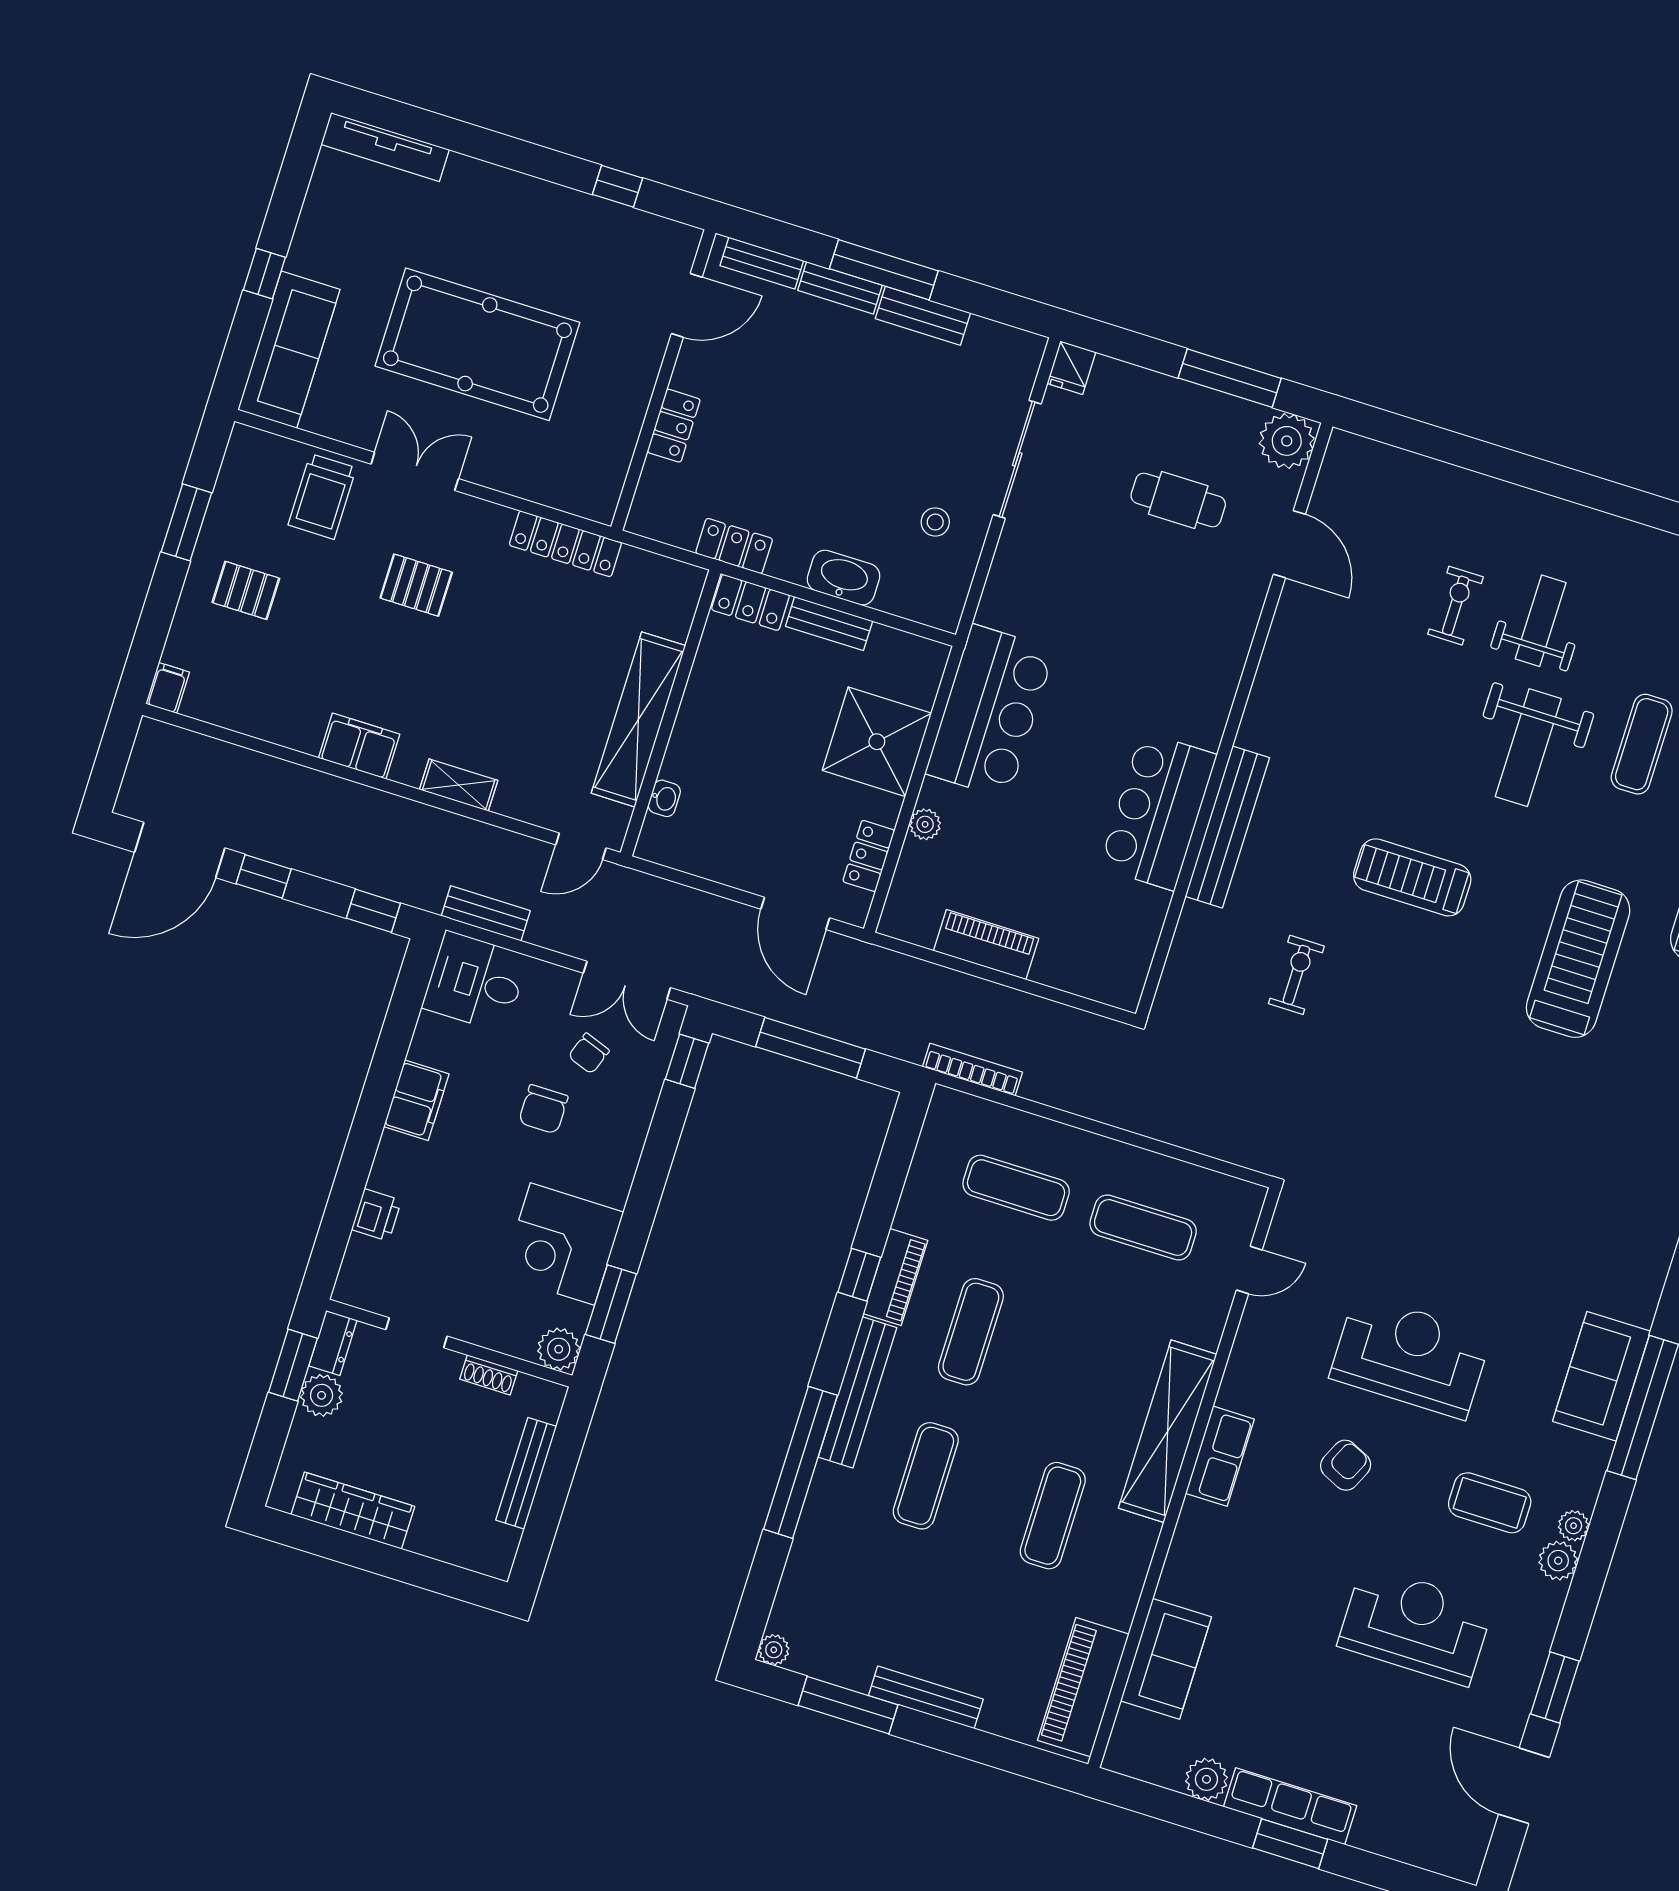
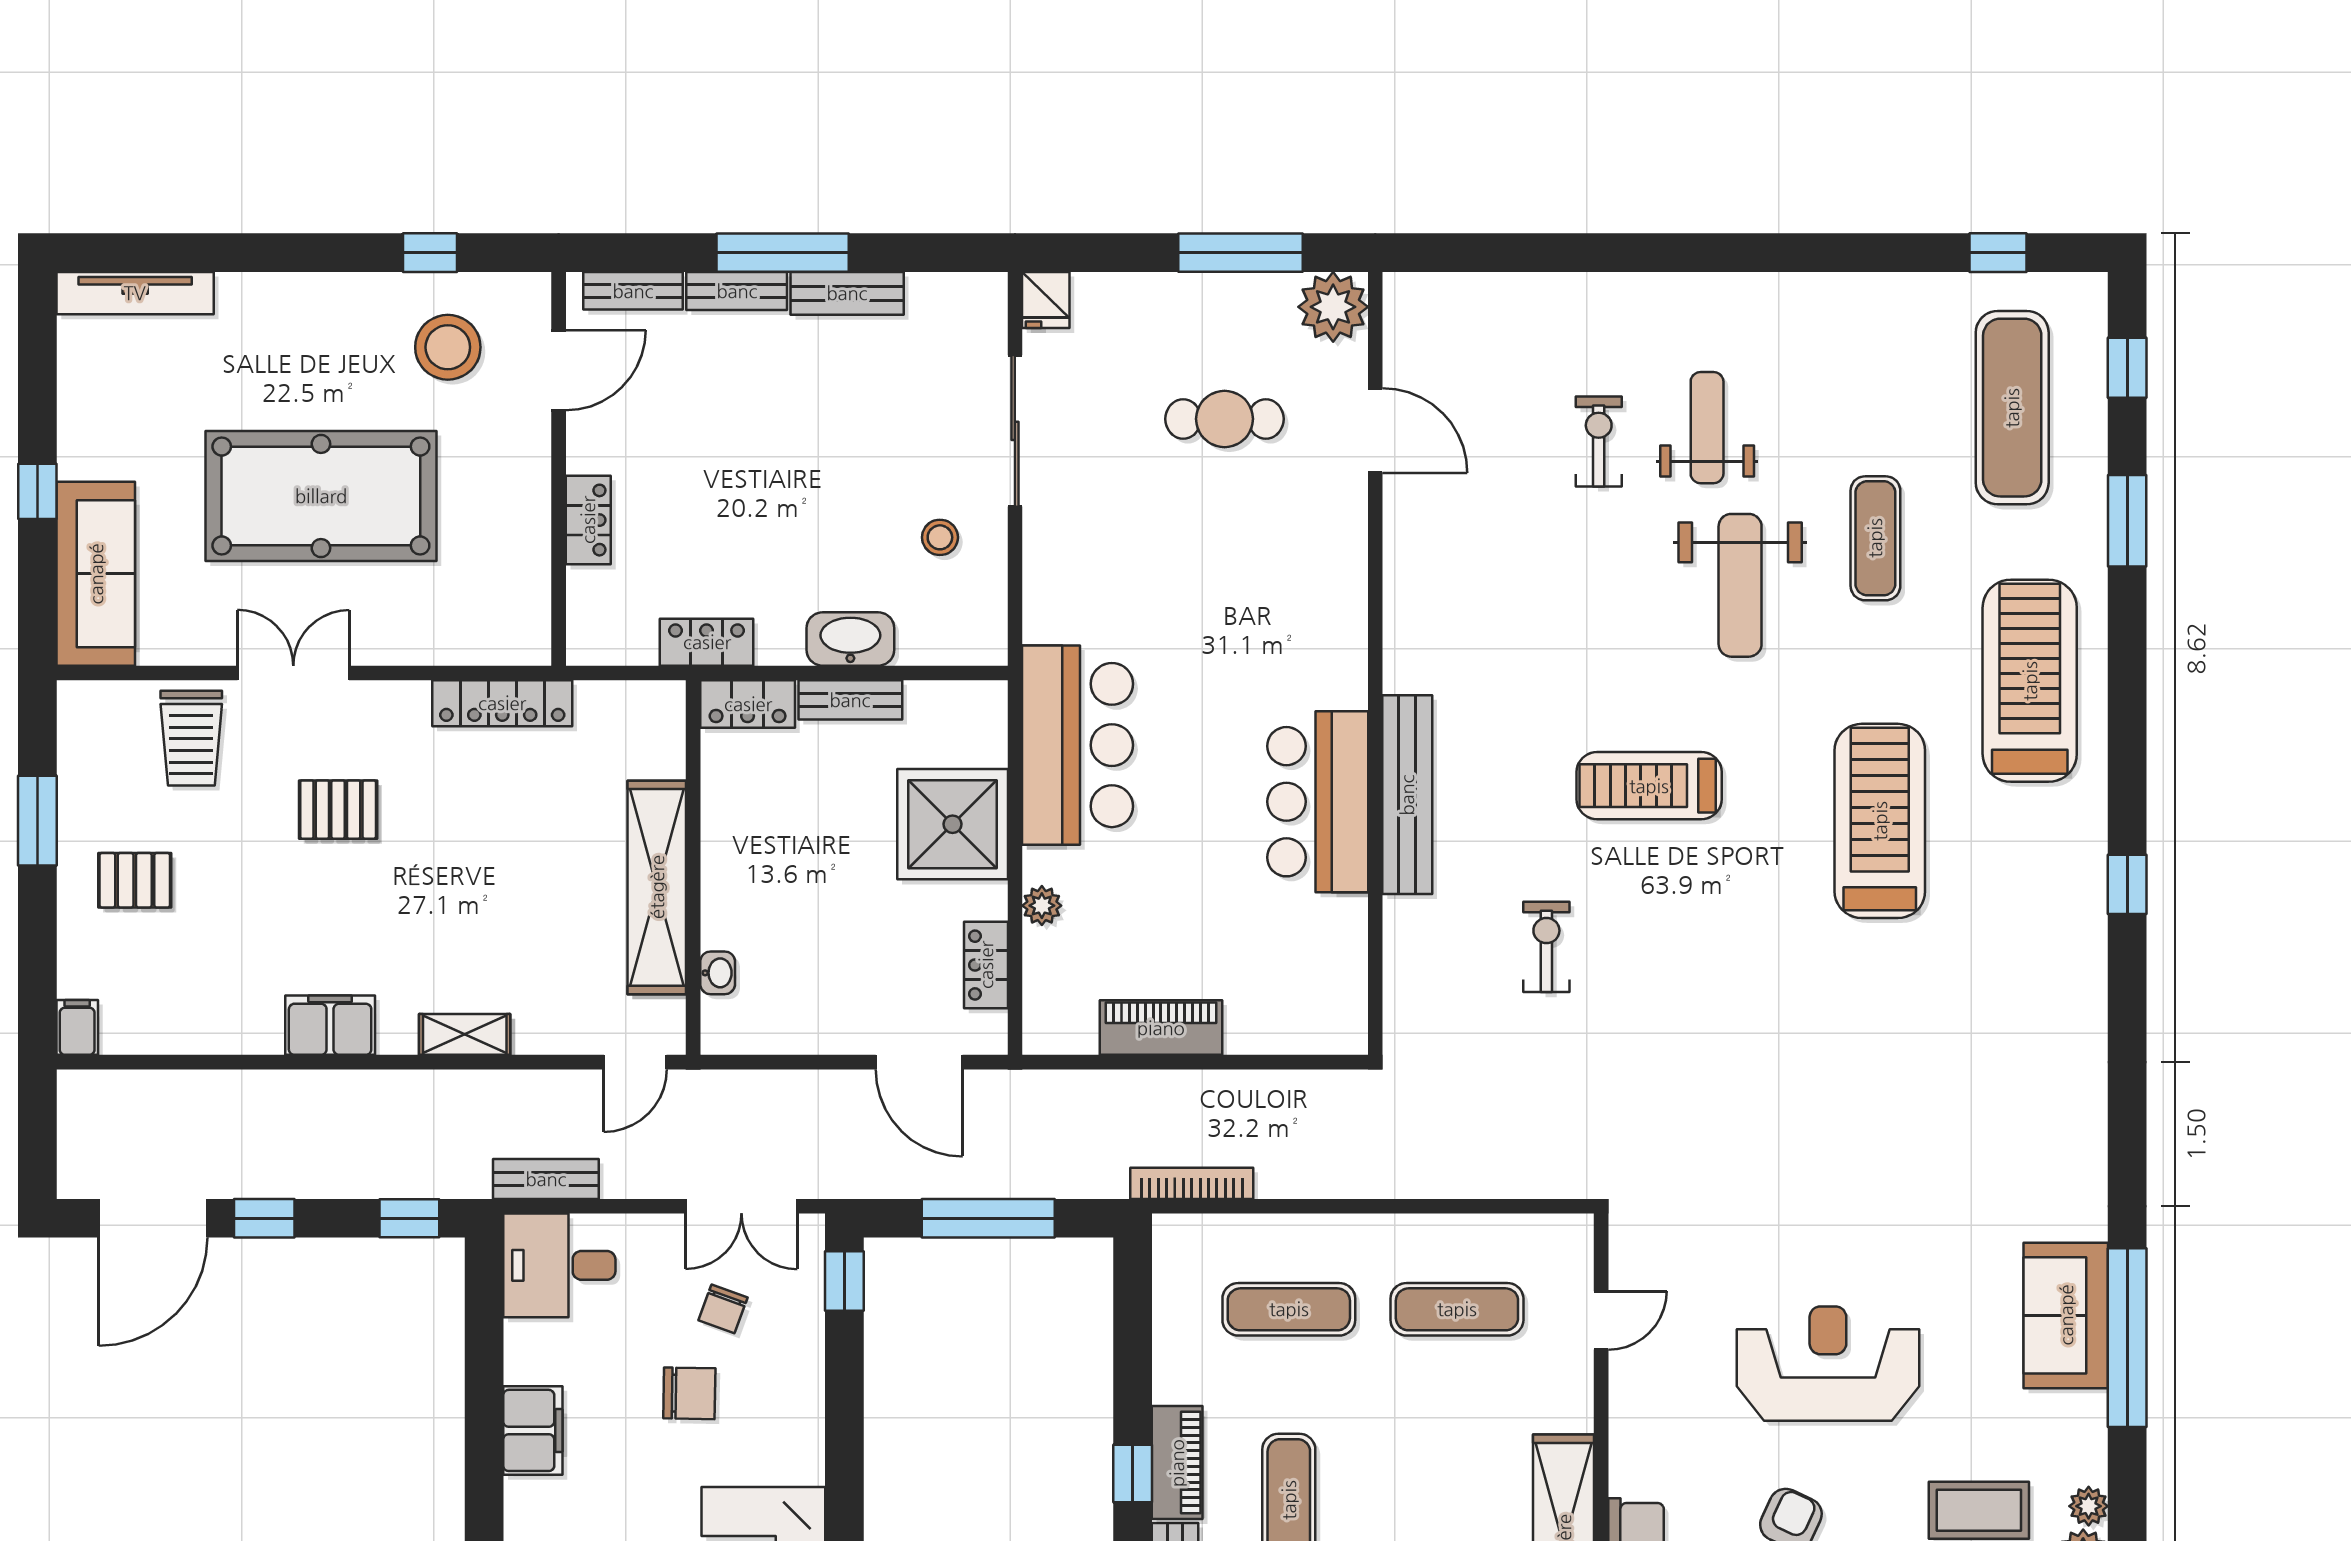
stool: (609, 262) -> (448, 347), added
chair: (543, 1109) -> (689, 1393), turned -89

